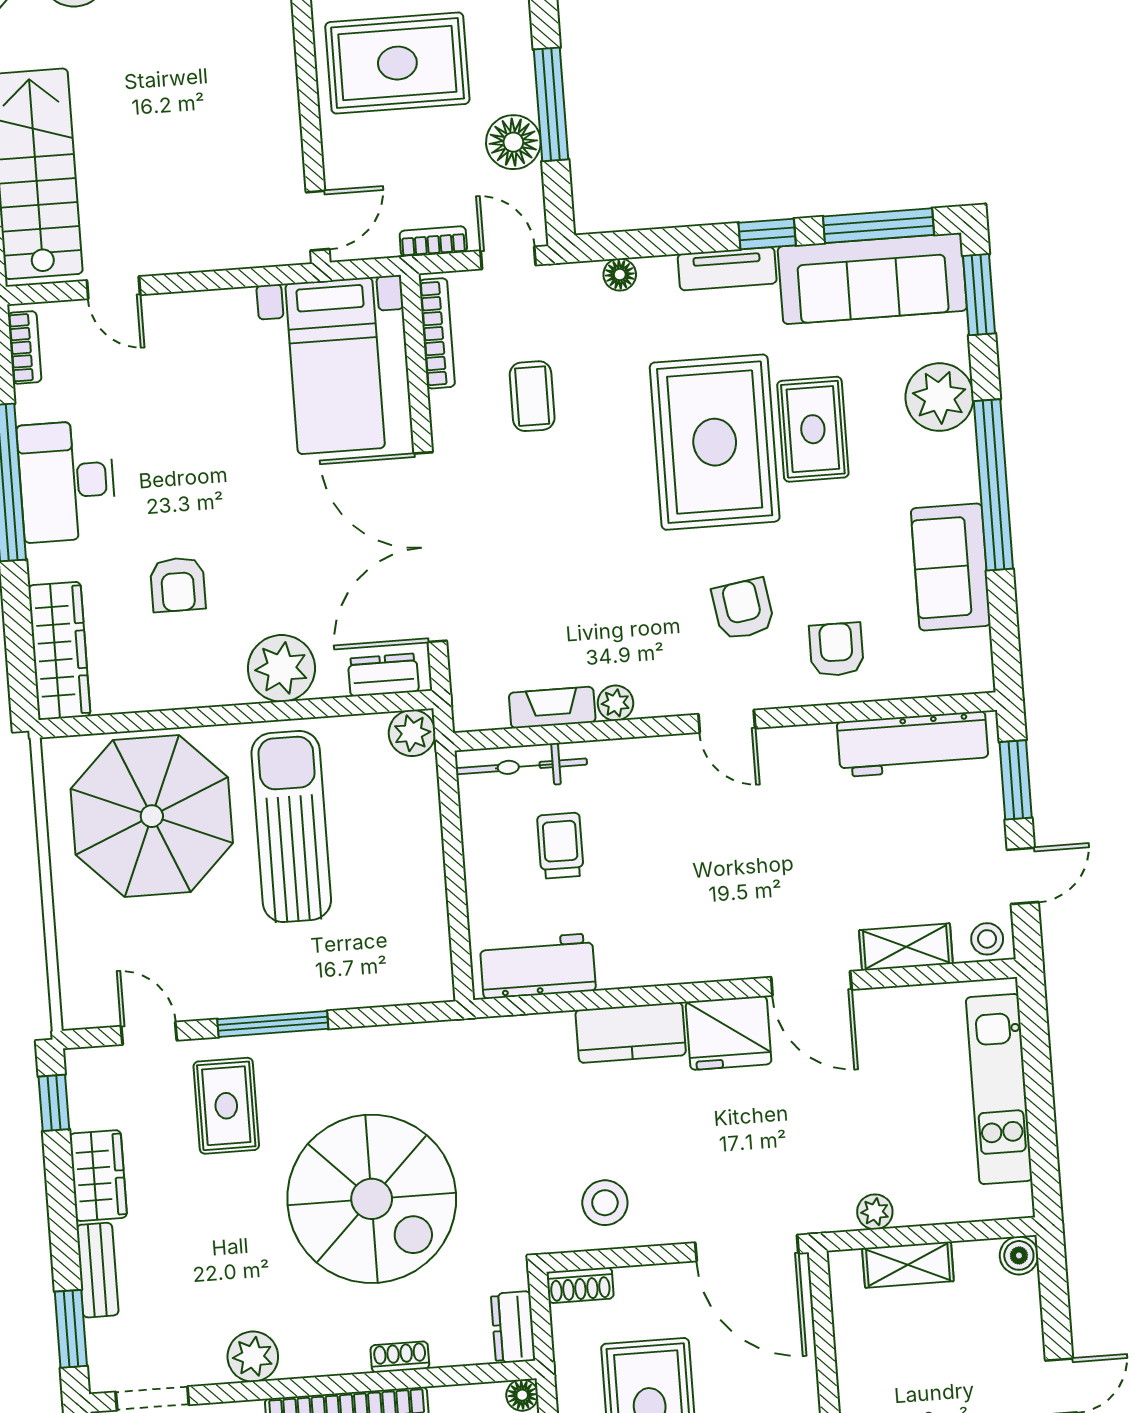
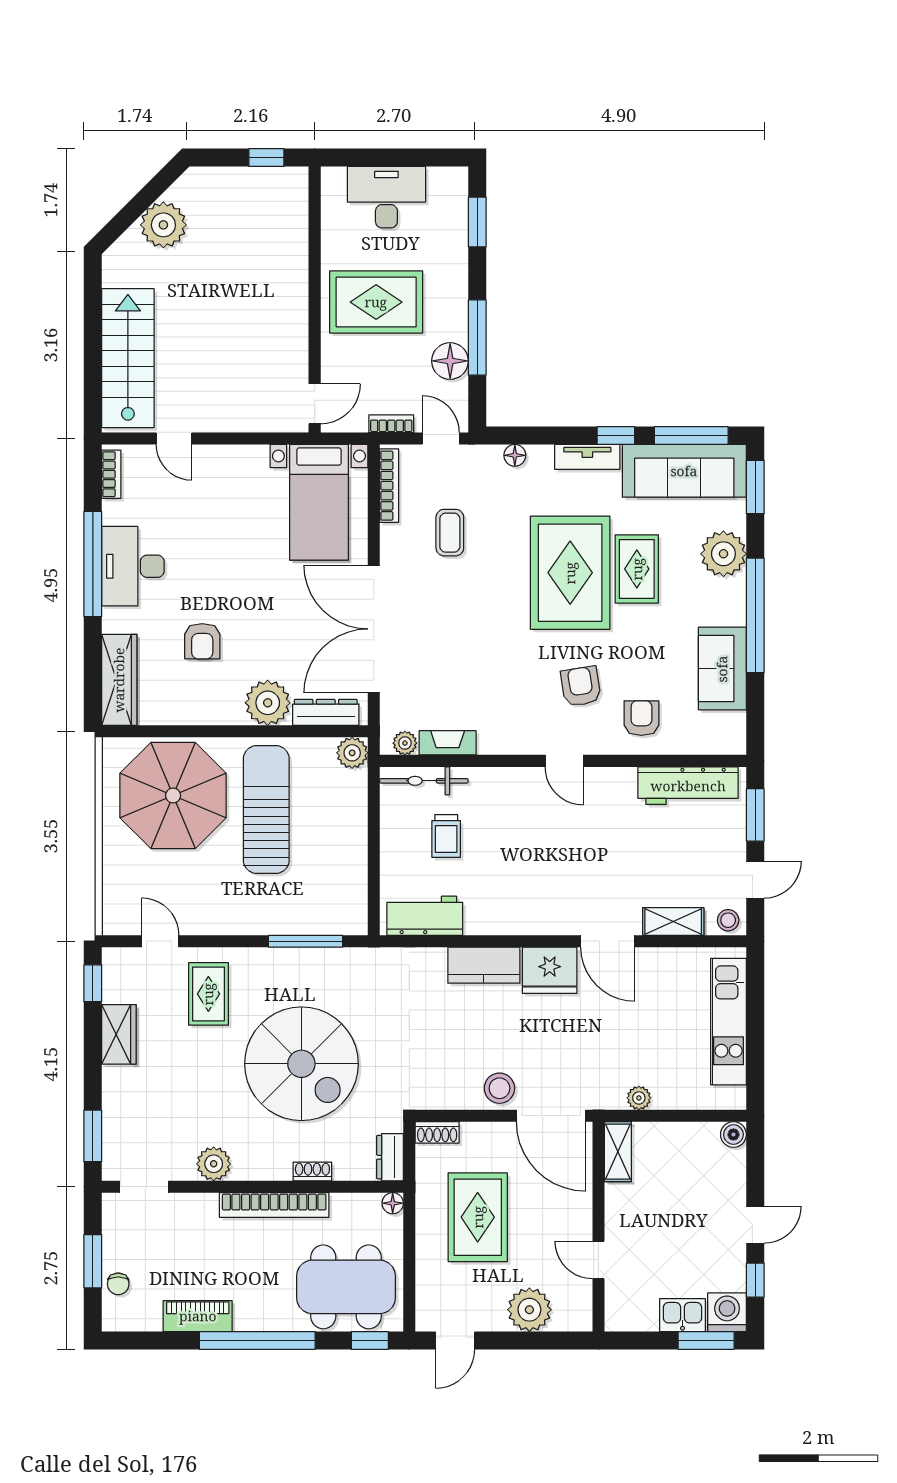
dresser: (383, 675) -> (326, 712), width x1.44
plant: (616, 703) -> (405, 743), moved
trolley: (560, 846) -> (446, 836), turned 180
window: (273, 1024) -> (305, 941), moved
stool: (605, 1203) -> (499, 1088), moved
shelving: (908, 1265) -> (618, 1152), moved, turned 90
bench: (97, 1270) -> (114, 1098), removed

